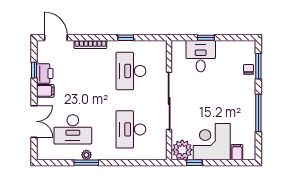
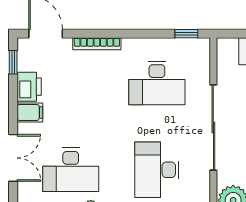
window: (126, 38) -> (186, 34), moved
window: (34, 70) -> (13, 62), moved
desk: (131, 71) -> (157, 83), turned -90

